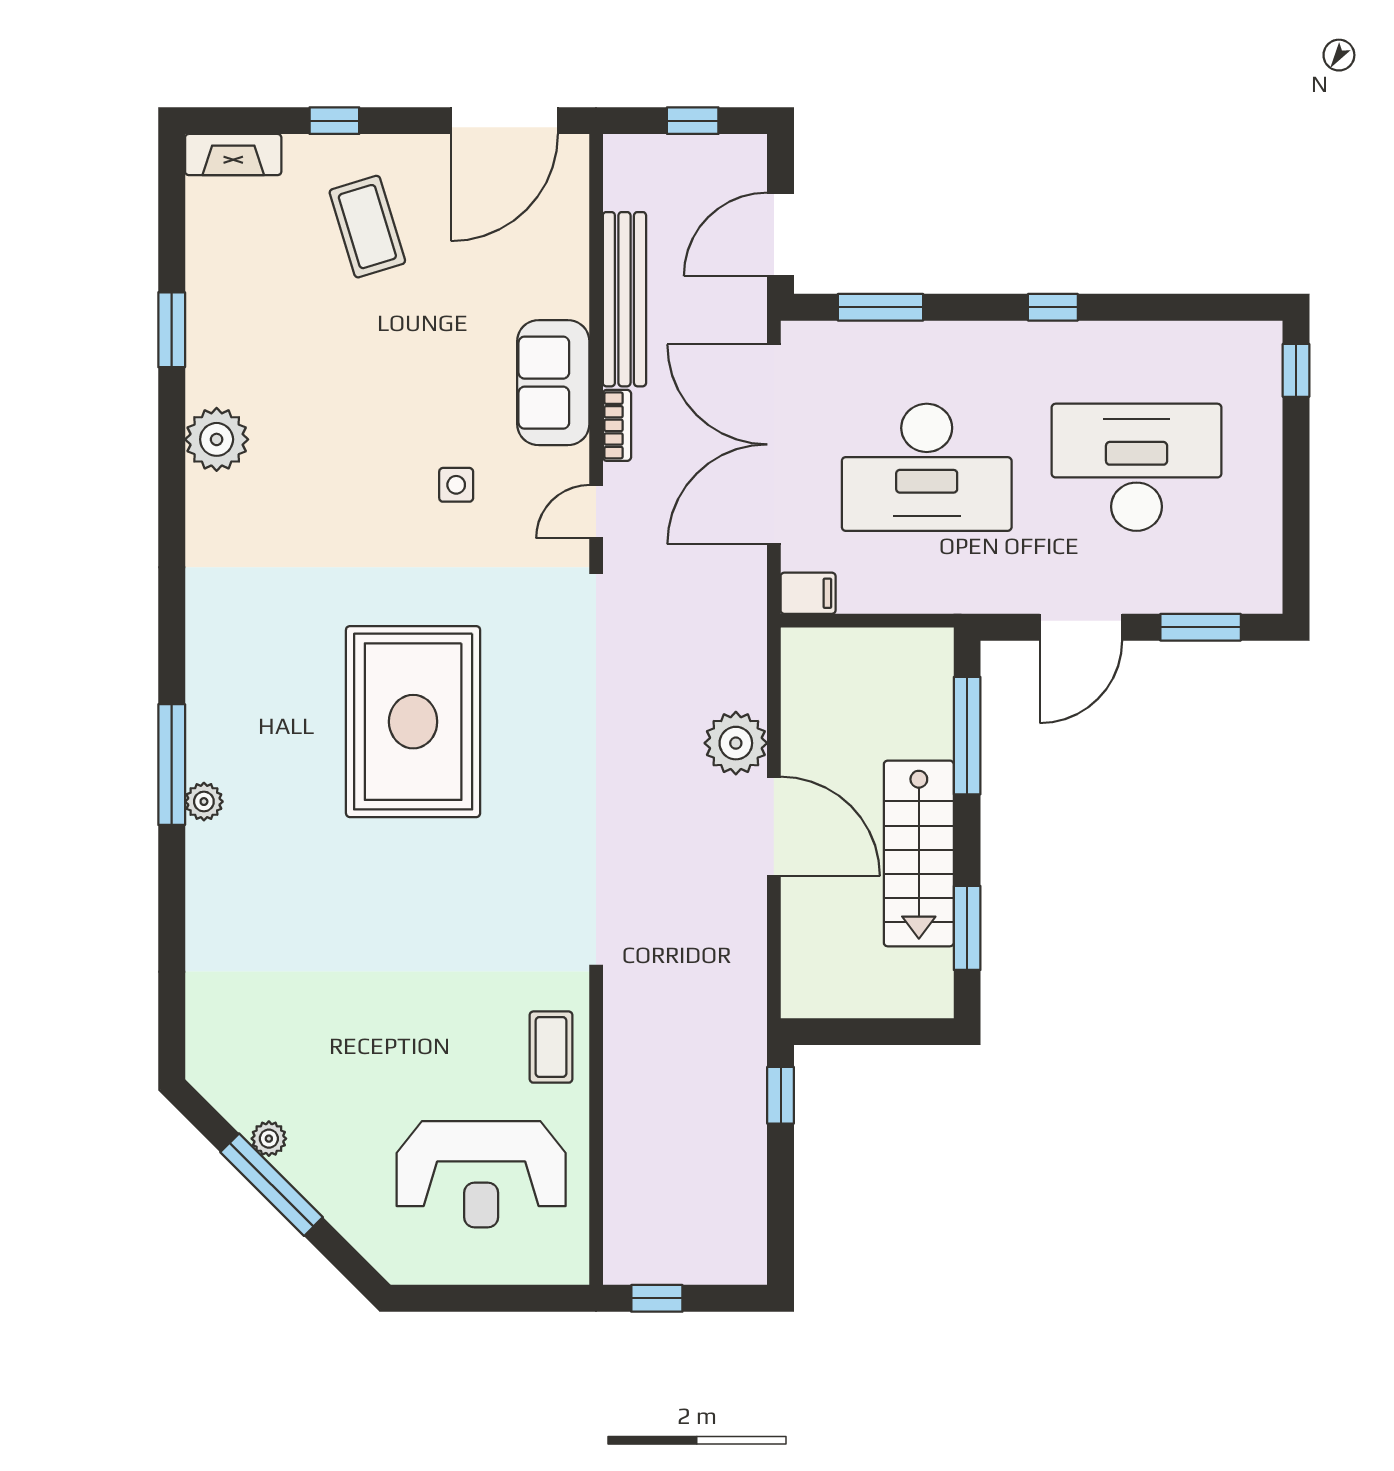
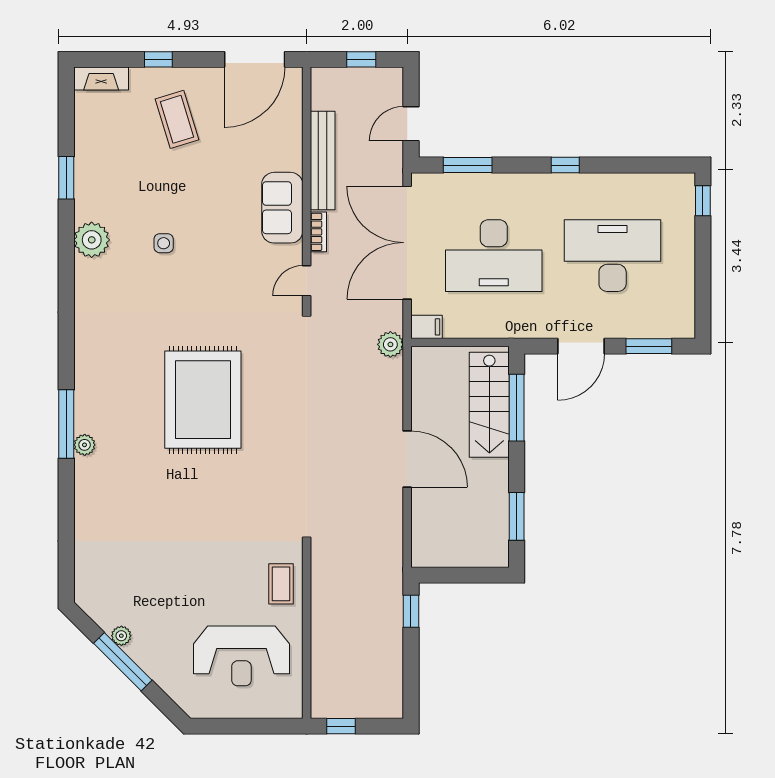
door: (781, 234) -> (411, 124), width x0.73
side table: (456, 485) -> (164, 243), moved
plant: (736, 743) -> (390, 344), moved, width x0.73, depth x0.73
stairs: (919, 853) -> (489, 405), moved

